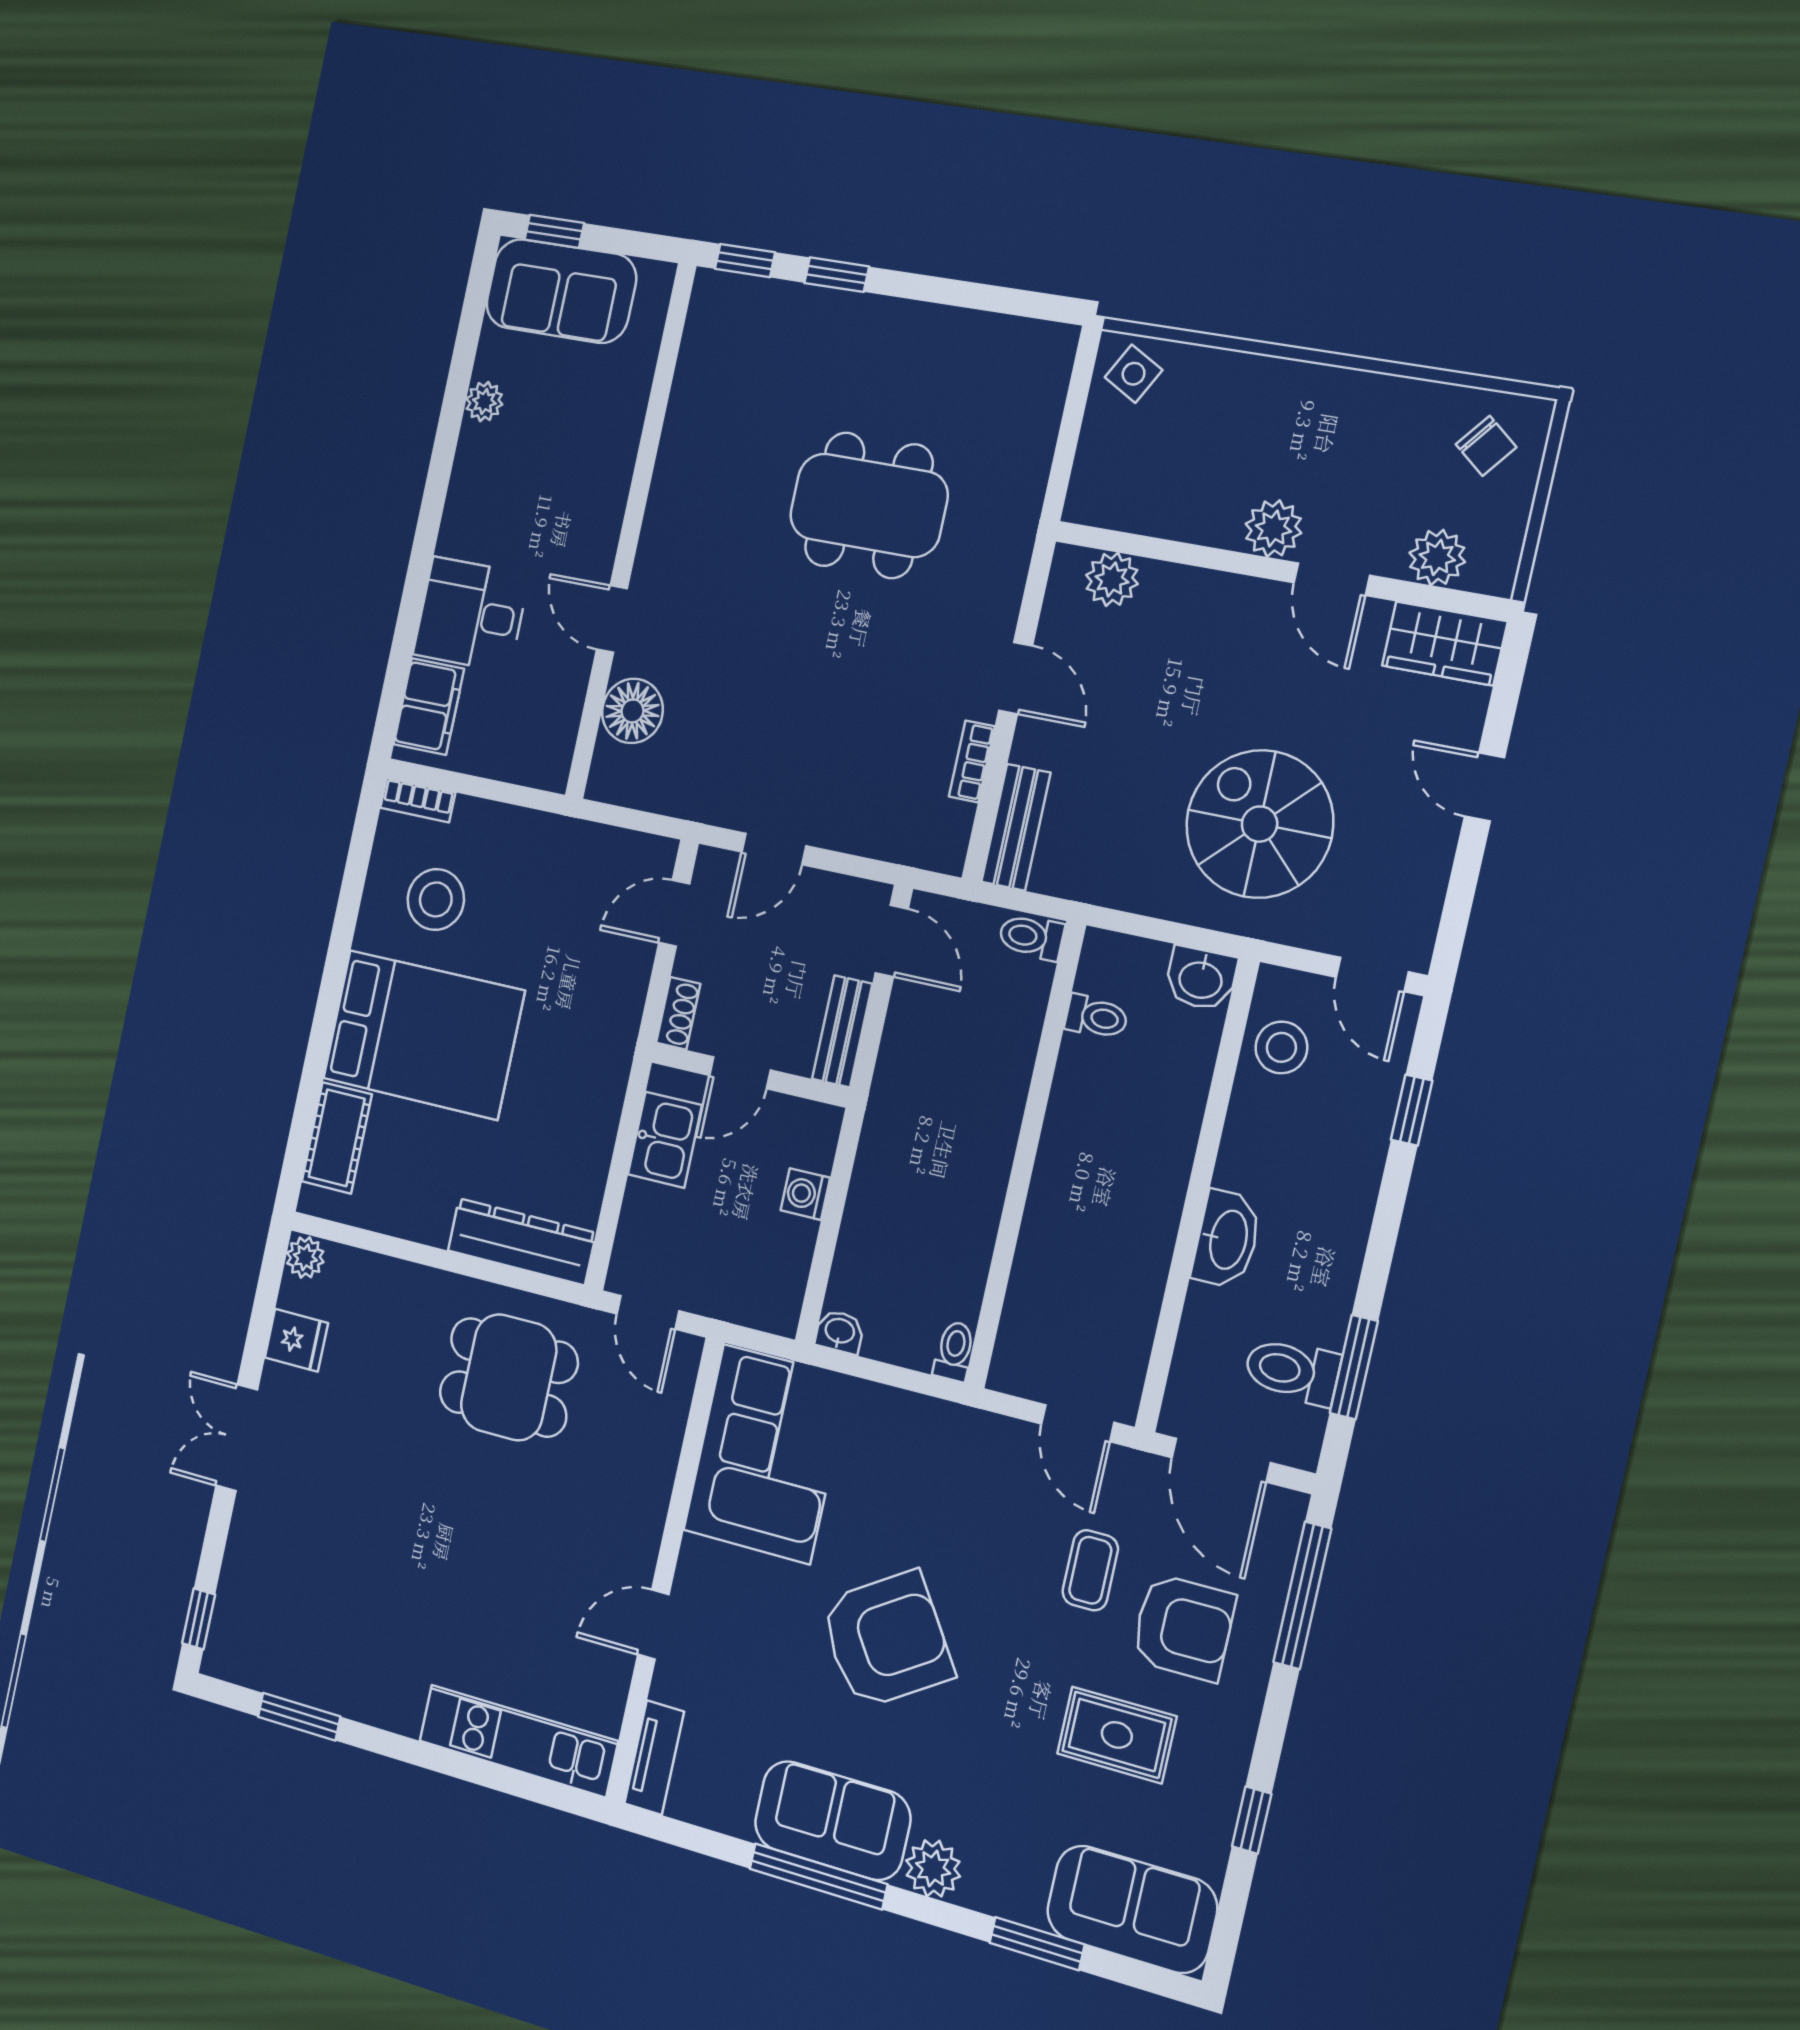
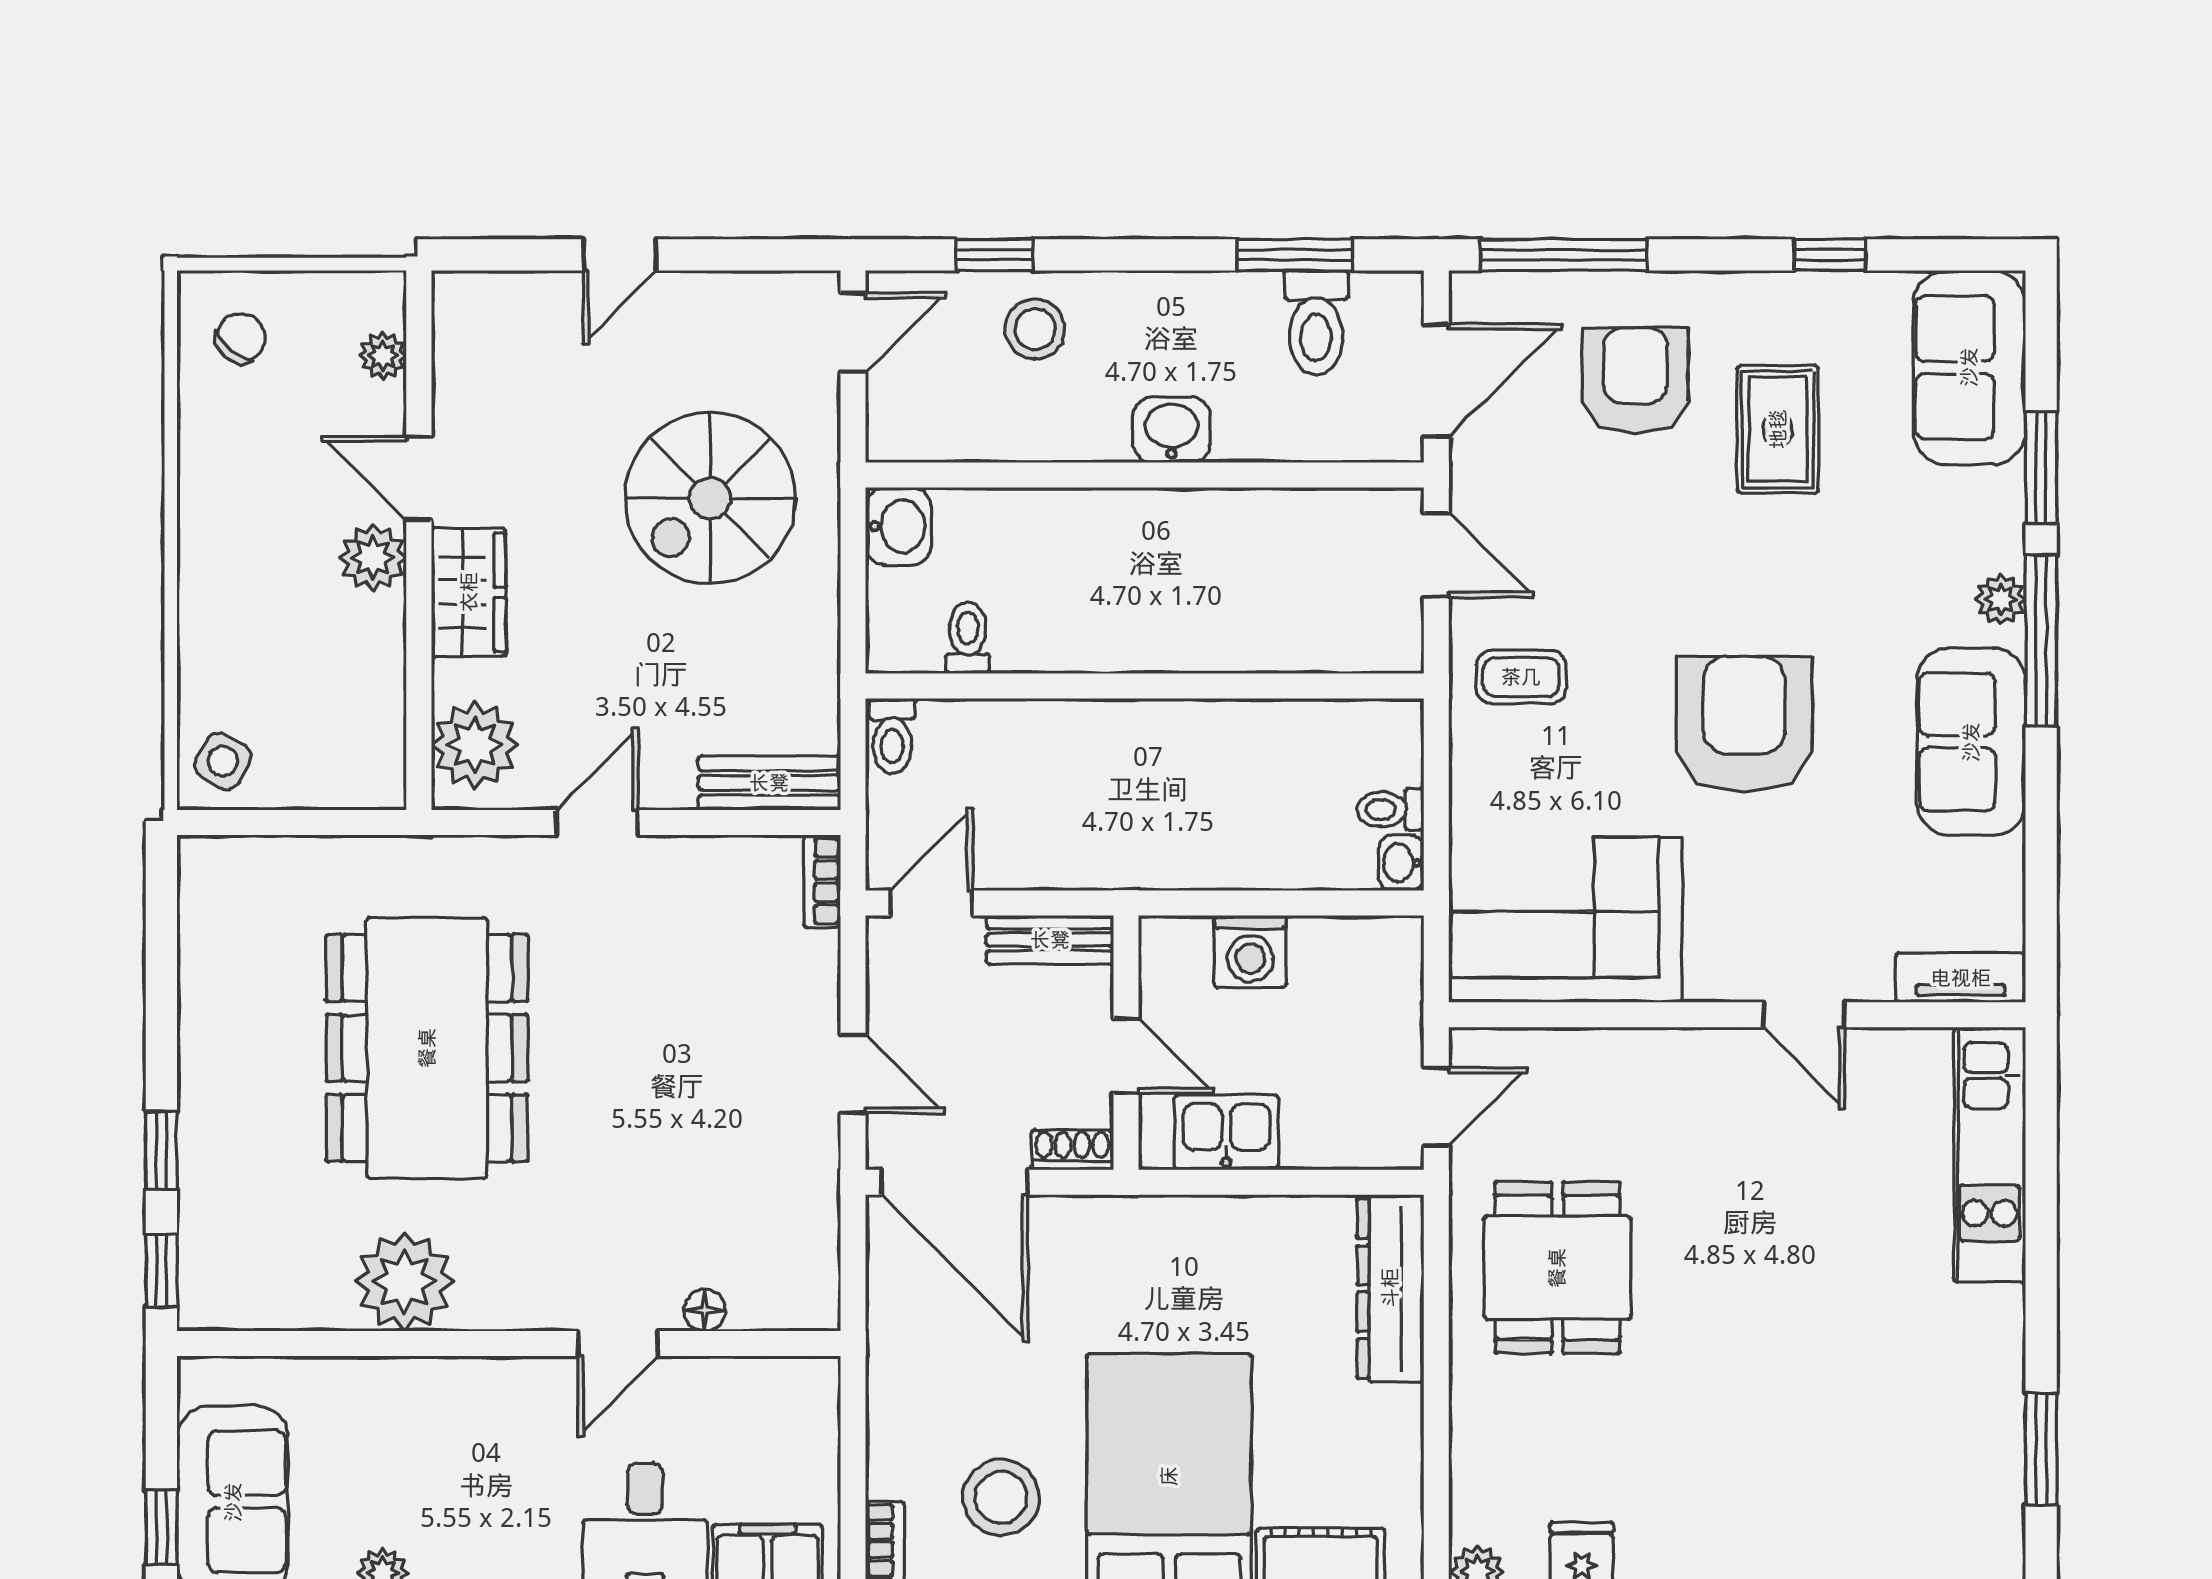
plant: (695, 456) -> (404, 1282), added
dining table: (869, 505) -> (427, 1048), width x1.36, depth x1.24
plant: (1437, 557) -> (383, 356), width x0.73, depth x0.73
plant: (1112, 579) -> (475, 745), width x1.36, depth x1.36
door: (1332, 579) -> (419, 478), swing flipped
wardrobe: (1445, 643) -> (469, 592), moved
floor lamp: (632, 711) -> (705, 1310), width x0.53, depth x0.53
bookcase: (972, 761) -> (822, 881), moved, turned 90
door: (674, 913) -> (955, 1182), width x1.88
stool: (1281, 1047) -> (1035, 329), moved
washing machine: (805, 1194) -> (1250, 952), width x1.38, depth x1.38
washbasin: (1227, 1239) -> (1171, 430), width x0.72
toilet: (954, 1351) -> (1390, 809), moved
door: (1078, 1423) -> (1436, 555), hinge flipped
coffee table: (1090, 1570) -> (1521, 677), moved
armchair: (886, 1640) -> (1744, 724), turned 33
plant: (933, 1868) -> (2001, 599), width x0.73, depth x0.73
window: (818, 1876) -> (2041, 641), moved

